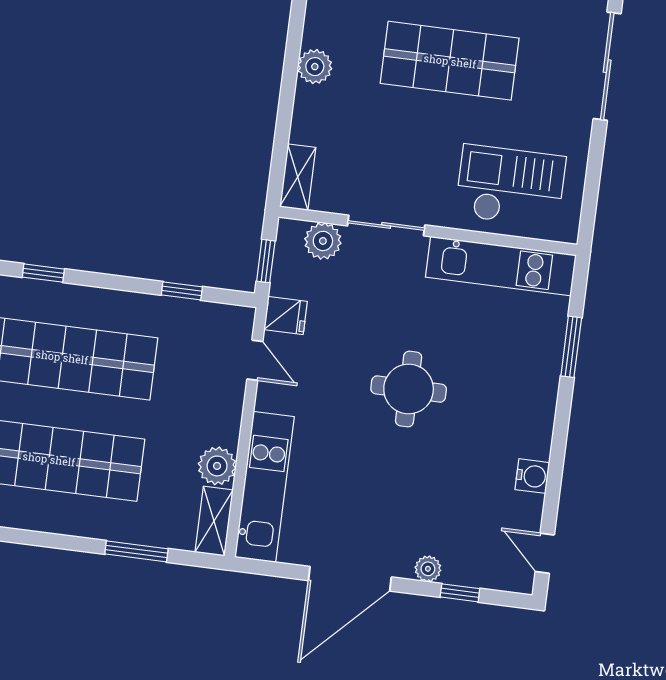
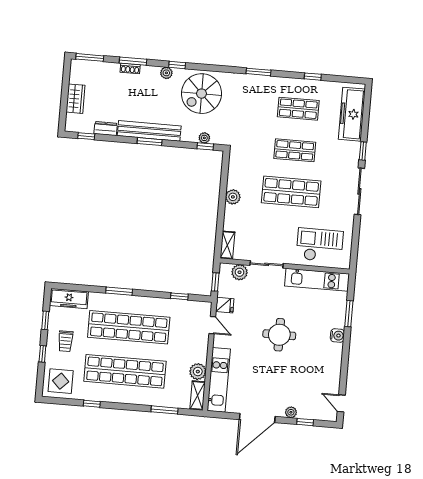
window: (43, 273) -> (119, 291), width x1.50
water cooler: (532, 476) -> (337, 336), moved

